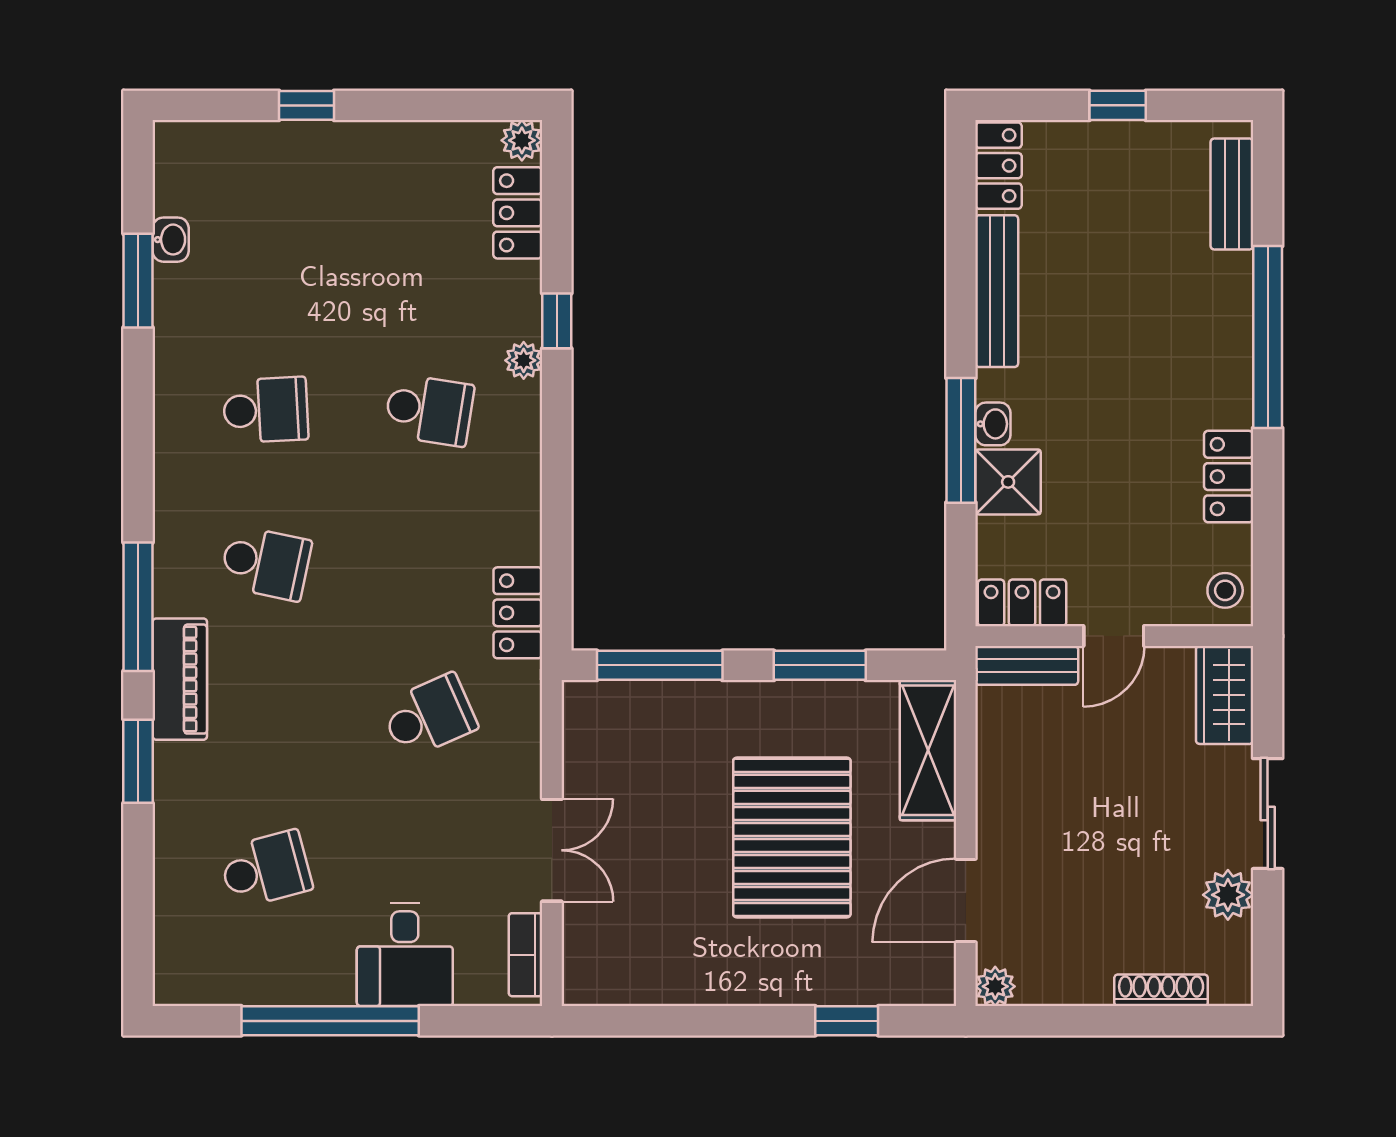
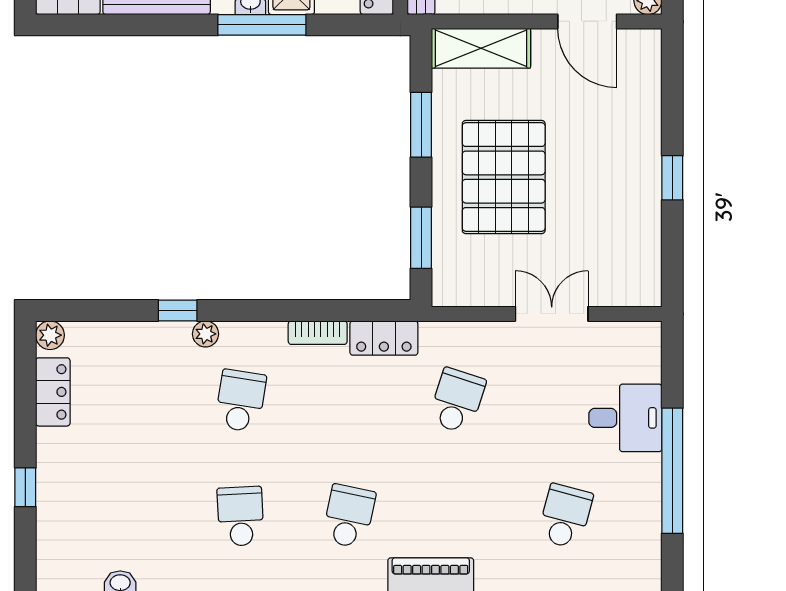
locker: (518, 213) -> (53, 392), moved, turned -90
window: (660, 665) -> (421, 238), width x0.69
school desk: (429, 716) -> (457, 401), turned 42
pallet: (792, 837) -> (504, 177), moved, turned 90
school desk: (266, 869) -> (565, 516), turned 30
bookcase: (525, 955) -> (318, 333), moved
window: (847, 1021) -> (672, 178), moved

